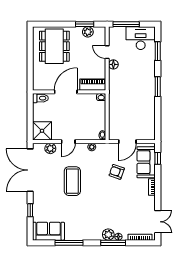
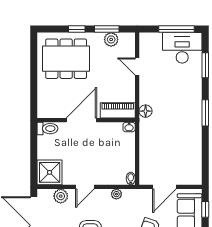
window: (62, 24) -> (77, 29), added
window: (126, 24) -> (176, 29), moved
dining table: (54, 46) -> (66, 59), turned 90
floor lamp: (113, 64) -> (146, 111), moved

